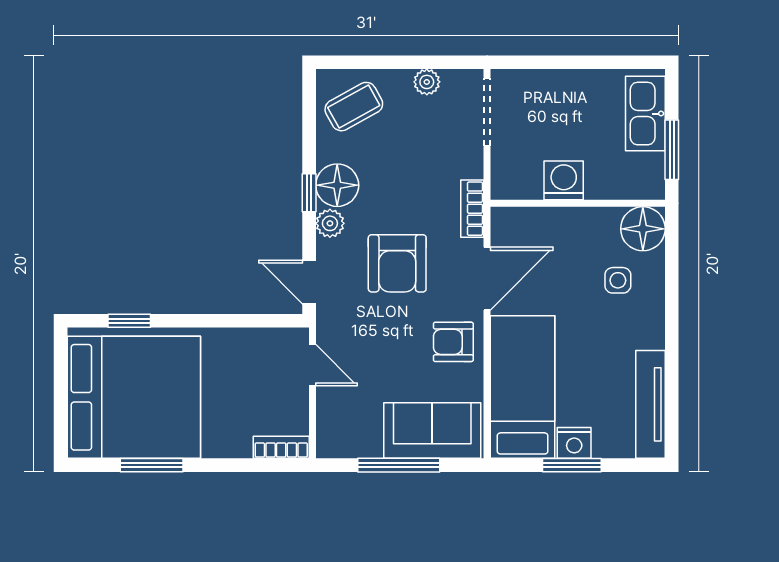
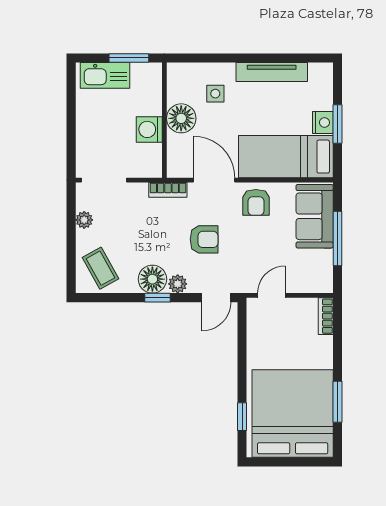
floor lamp: (643, 229) -> (181, 118), moved
armchair: (397, 263) -> (204, 239), width x0.72, depth x0.72
tv unit: (650, 404) -> (272, 72), moved

